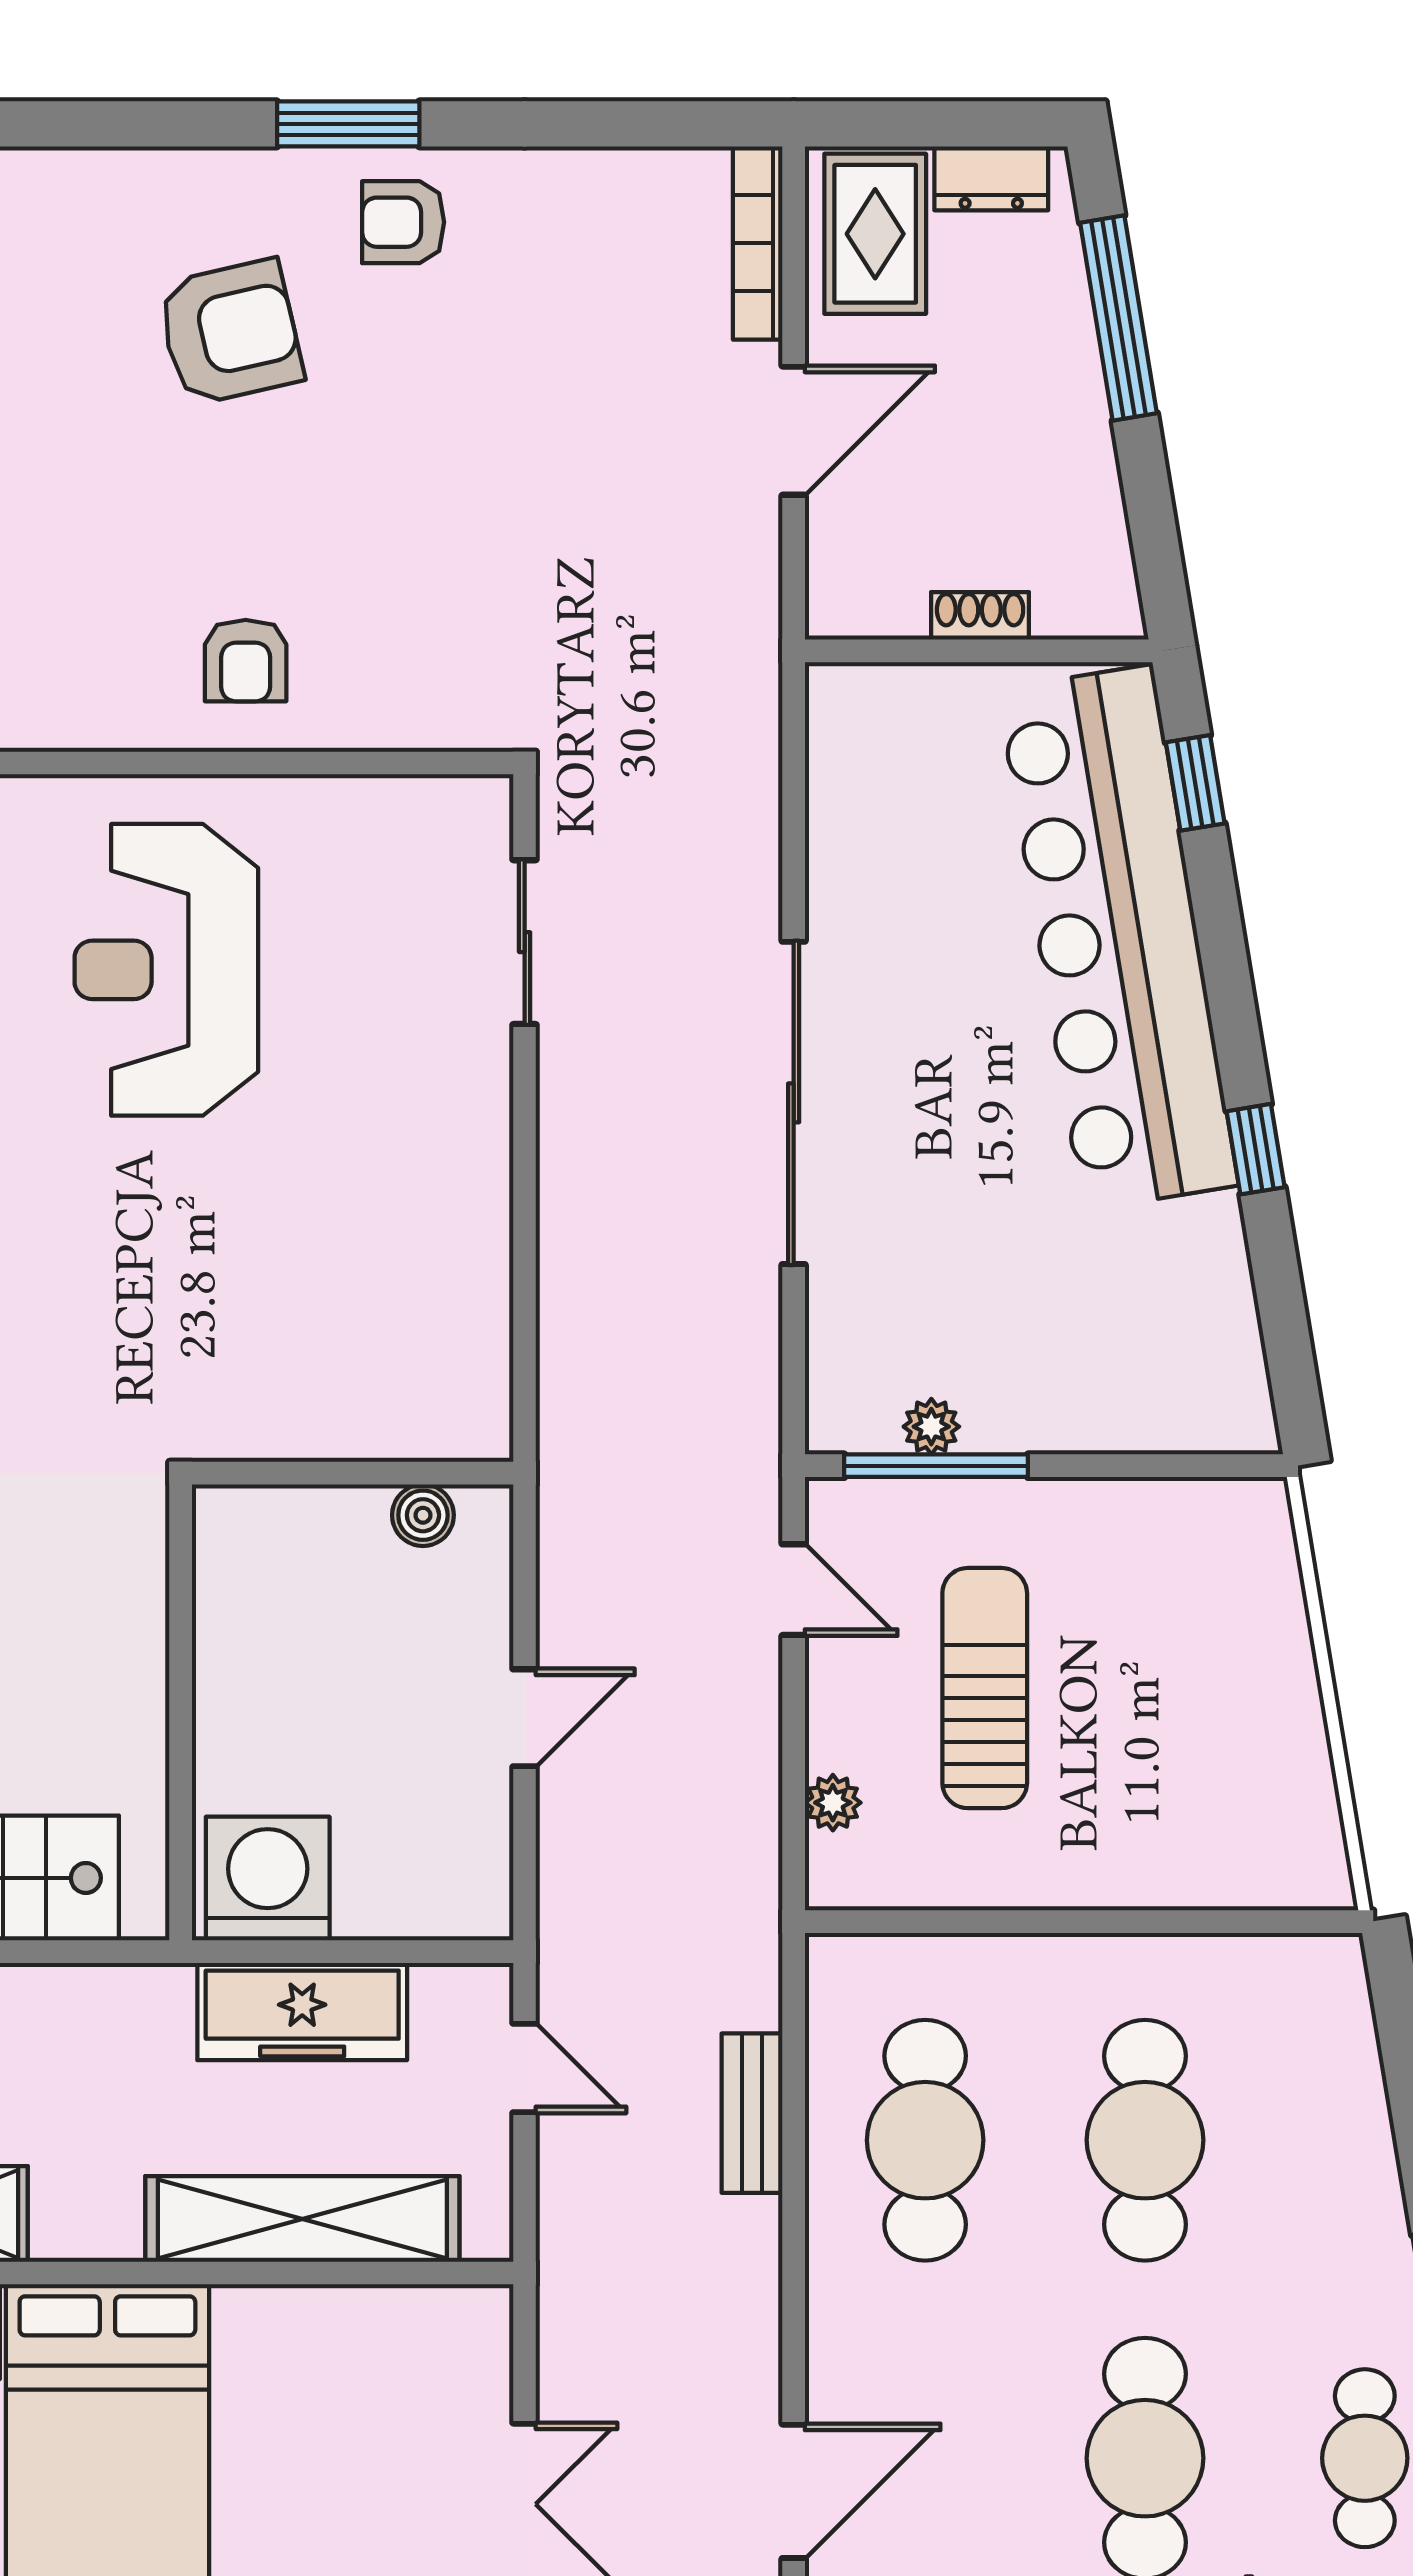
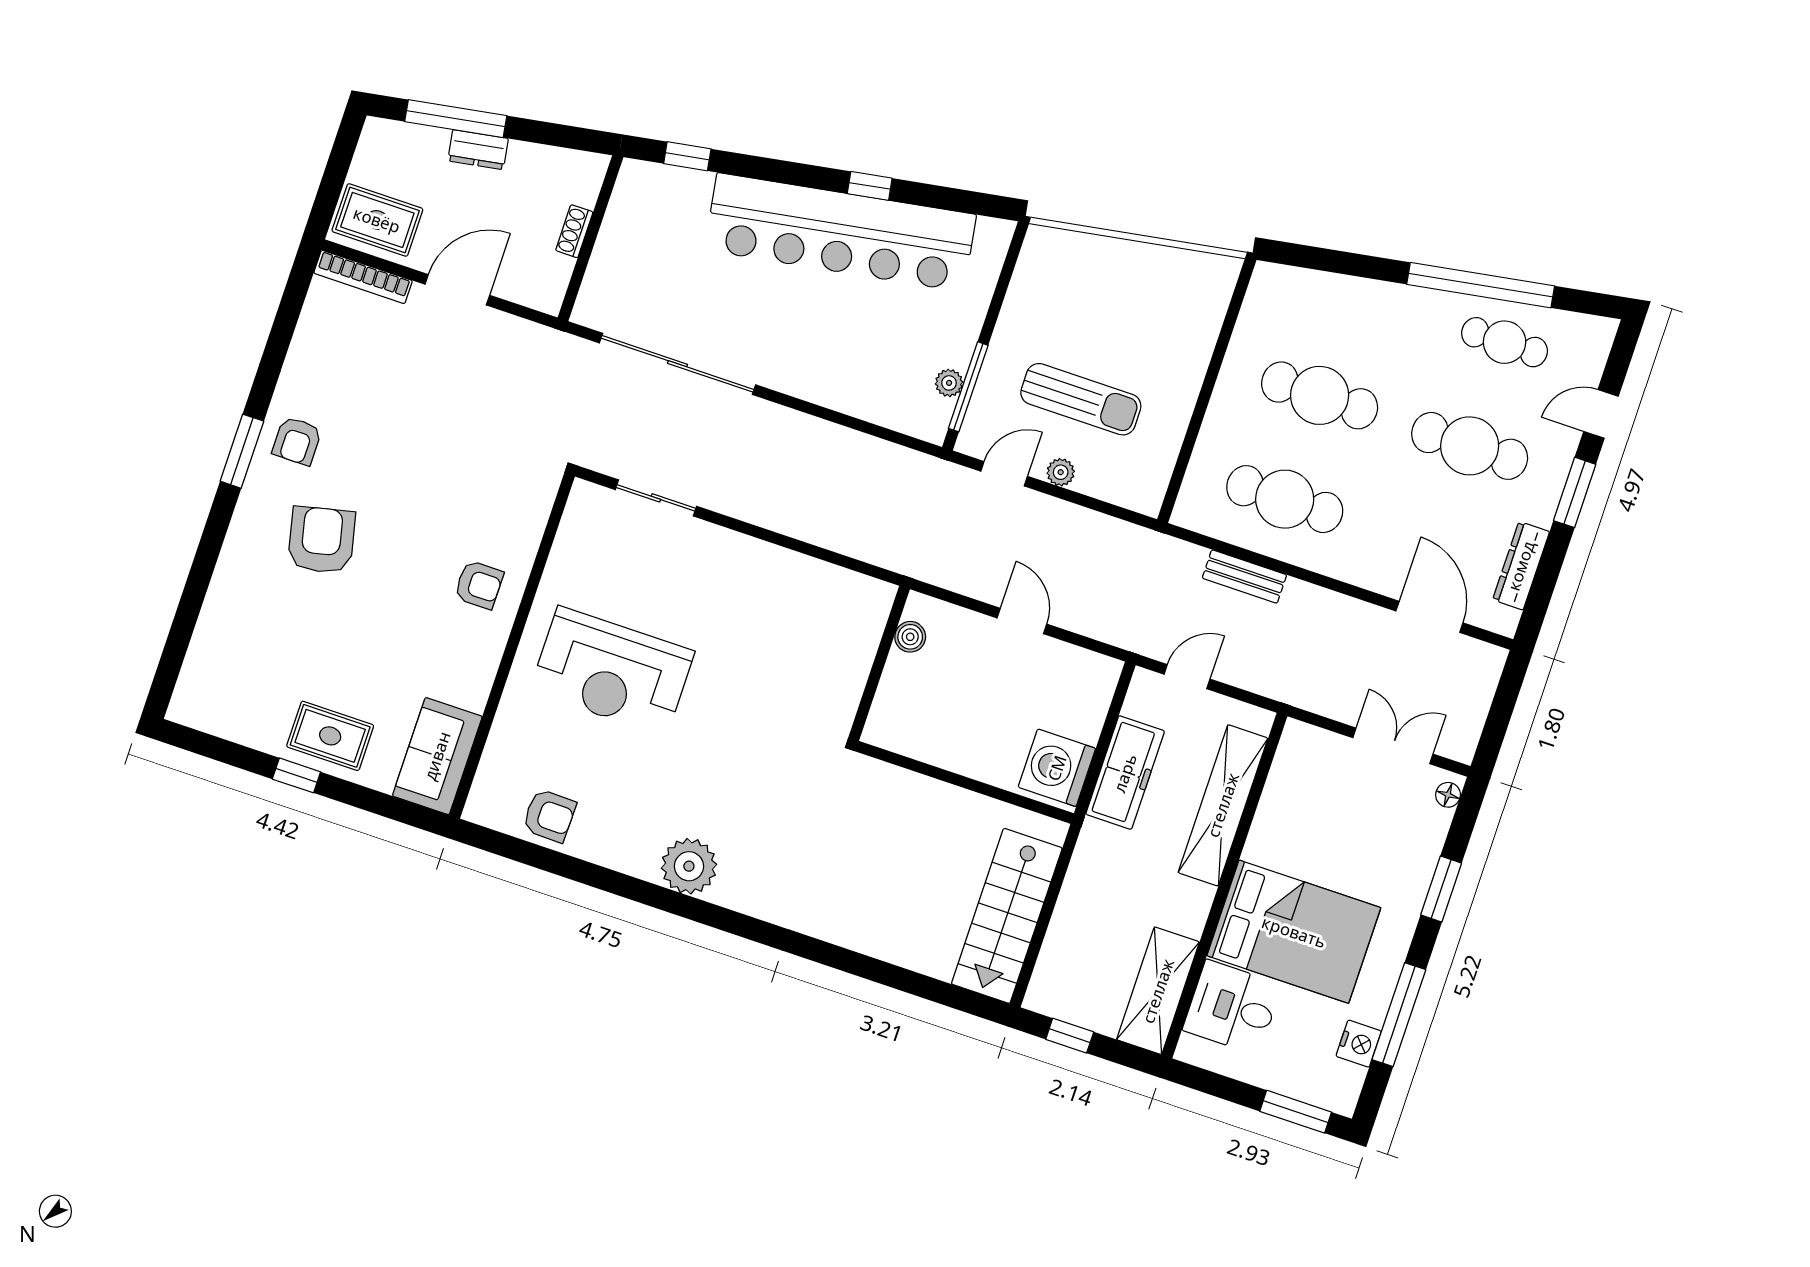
dresser: (991, 178) -> (478, 150), moved, turned 81
door: (794, 431) -> (457, 290), hinge flipped
bar counter: (1118, 937) -> (841, 232), moved
sliding door: (794, 1103) -> (677, 364), moved
sun lounger: (985, 1688) -> (1081, 399), turned 180
plant: (833, 1803) -> (1061, 472), moved

